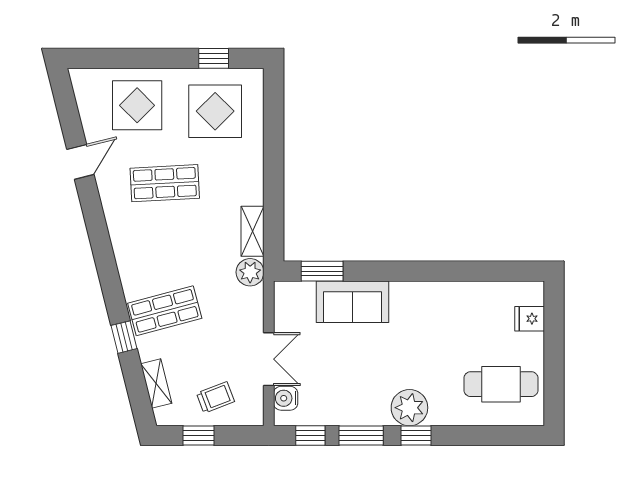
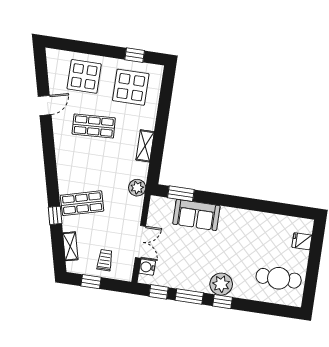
shelving: (253, 231) -> (145, 146), moved
trolley: (215, 397) -> (105, 260), turned -69

